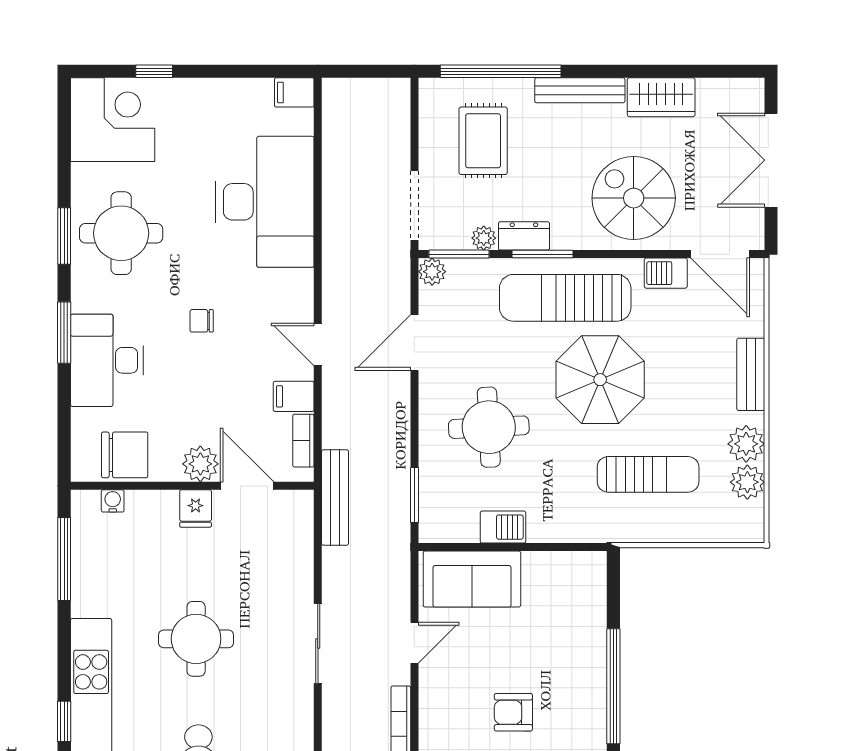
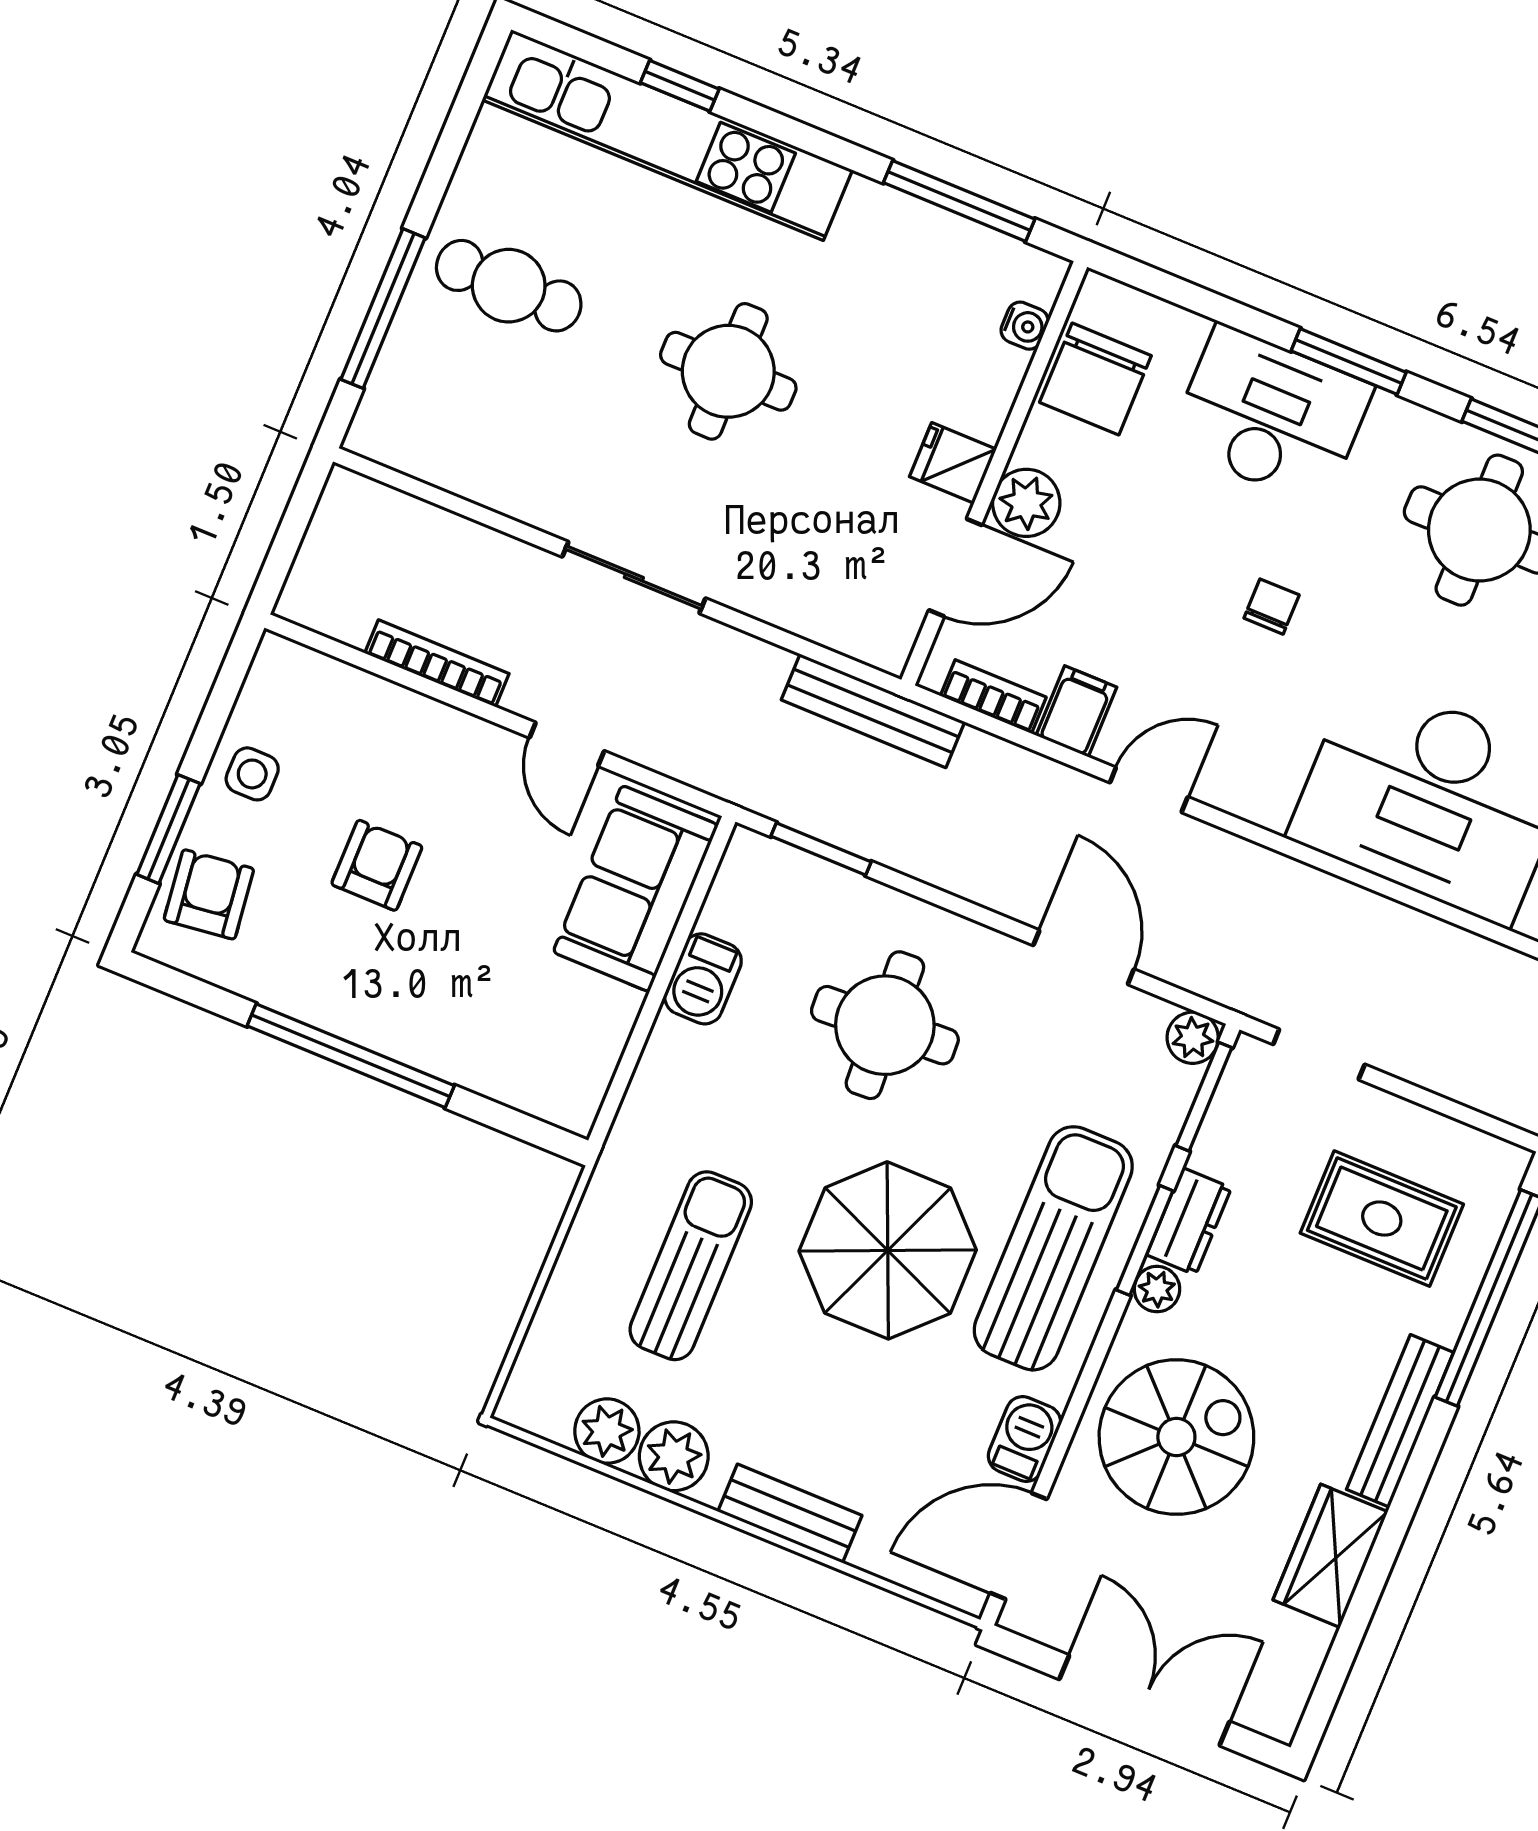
doorway: (414, 206) -> (1319, 1054), width x0.73
plant: (484, 238) -> (1157, 1289), moved
sun lounger: (648, 474) -> (691, 1266), turned 180

